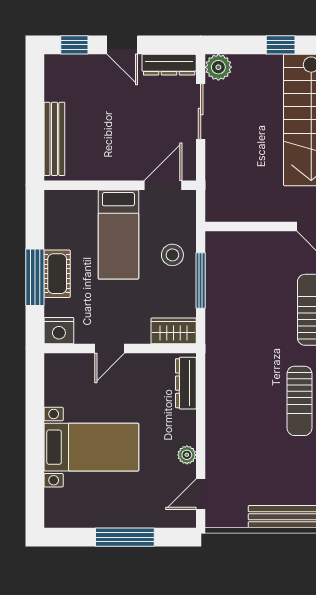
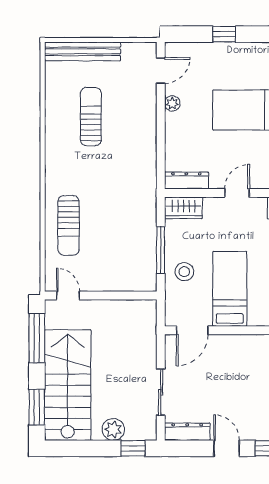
window: (281, 45) -> (133, 448), moved
plant: (218, 67) -> (113, 429), moved
dresser: (186, 383) -> (186, 180), moved, turned -90
sun lounger: (299, 401) -> (91, 117), moved
window: (125, 537) -> (224, 34), width x0.46

